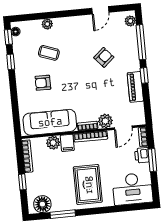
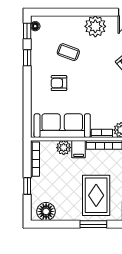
plant: (47, 24) -> (95, 26), moved, width x1.87, depth x1.87
window: (63, 214) -> (93, 224), moved

